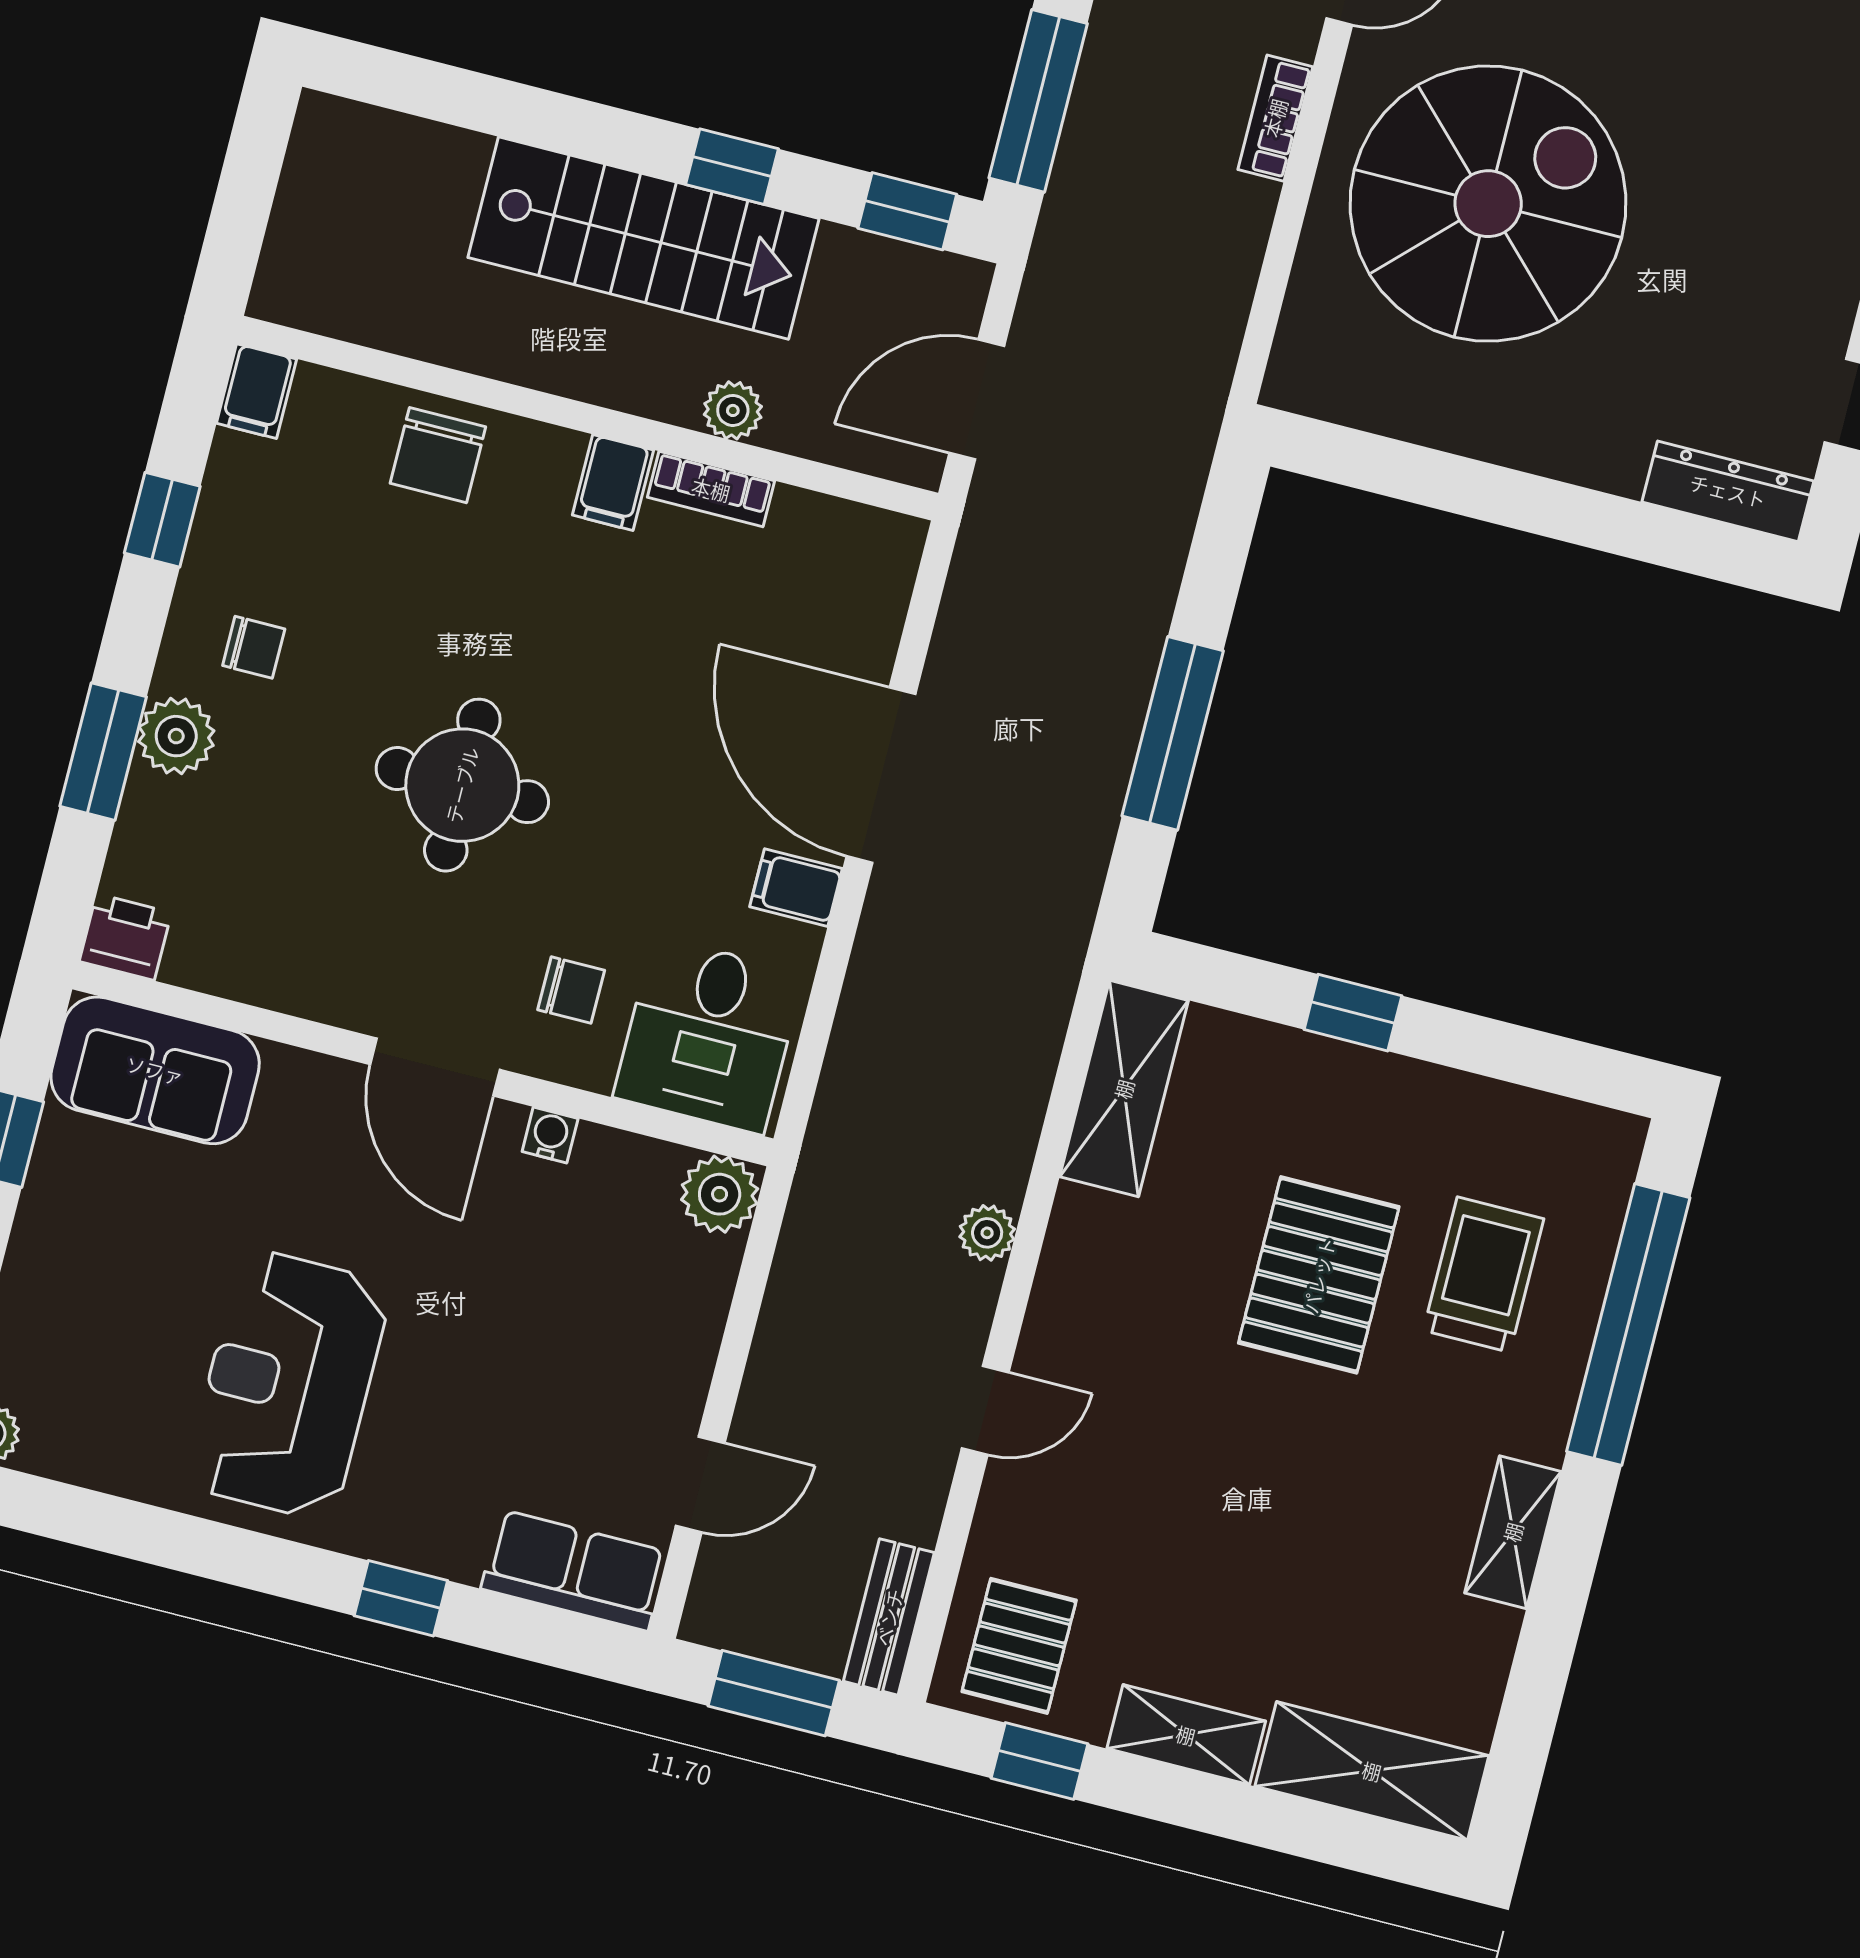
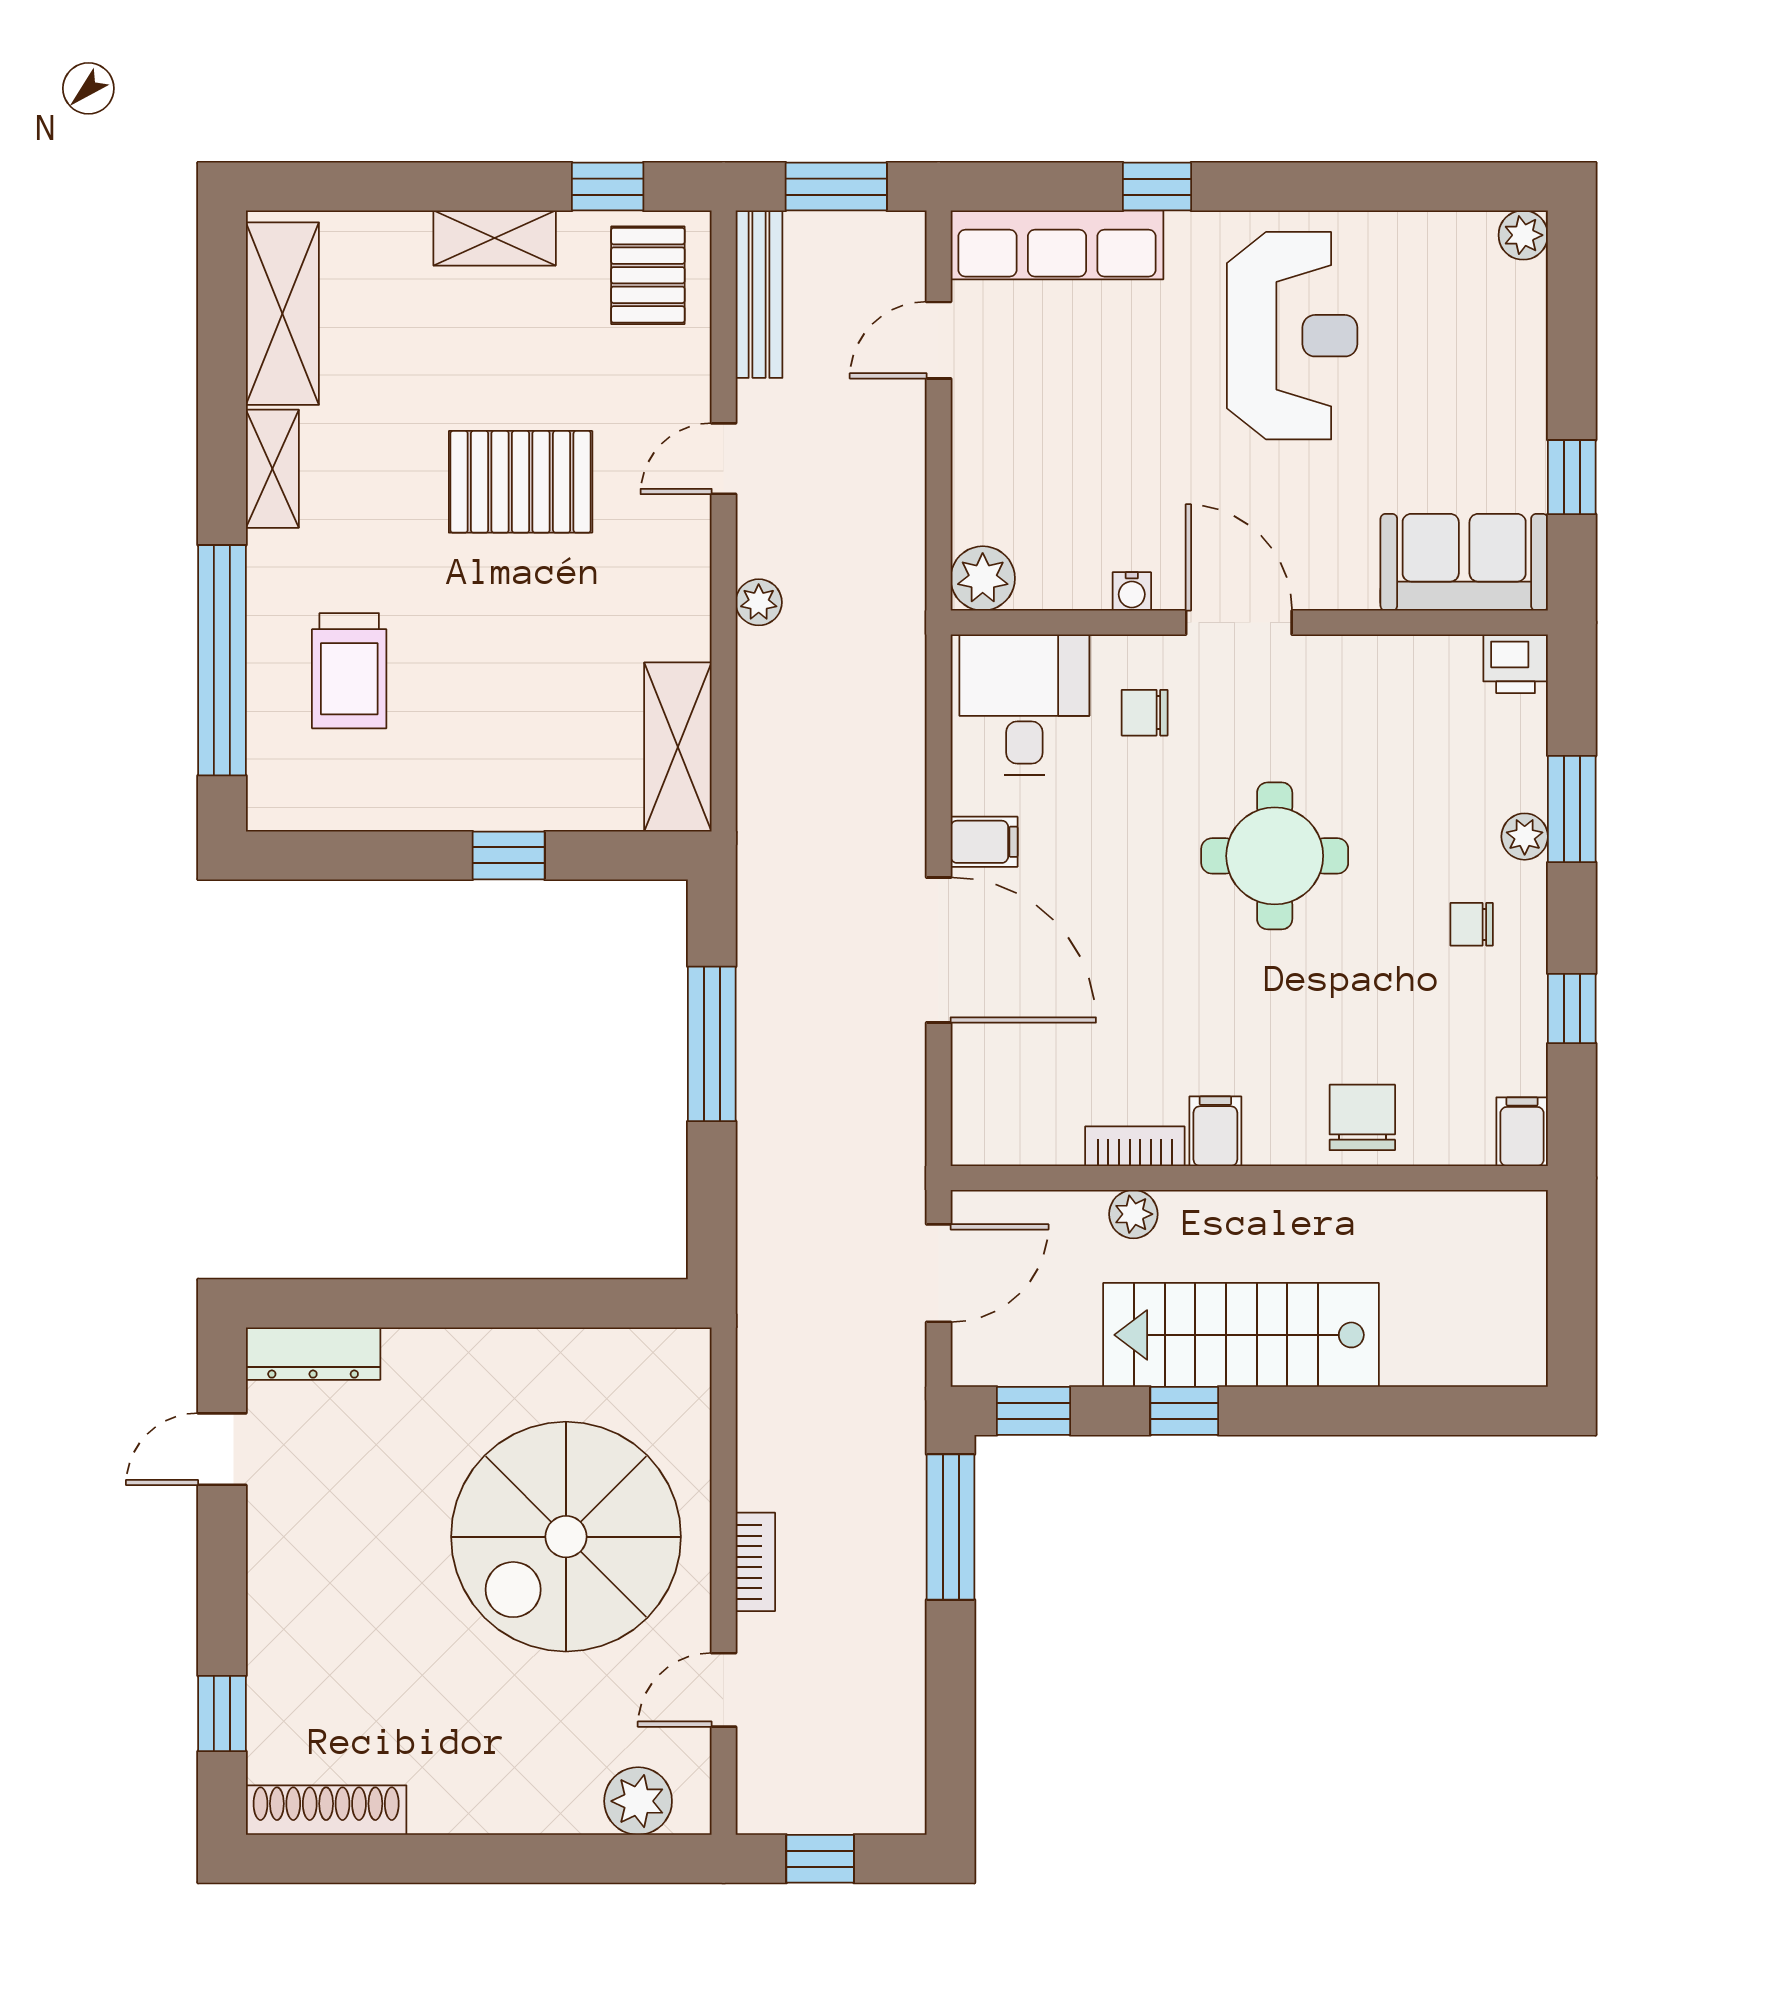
plant: (176, 736) -> (1525, 837), width x0.73, depth x0.73
pallet: (1319, 1275) -> (521, 482), moved, turned 90
row of seats: (574, 1570) -> (1057, 245), width x1.48
bench: (889, 1617) -> (759, 294), width x1.36
shelving: (1372, 1771) -> (282, 314), moved, turned 90

